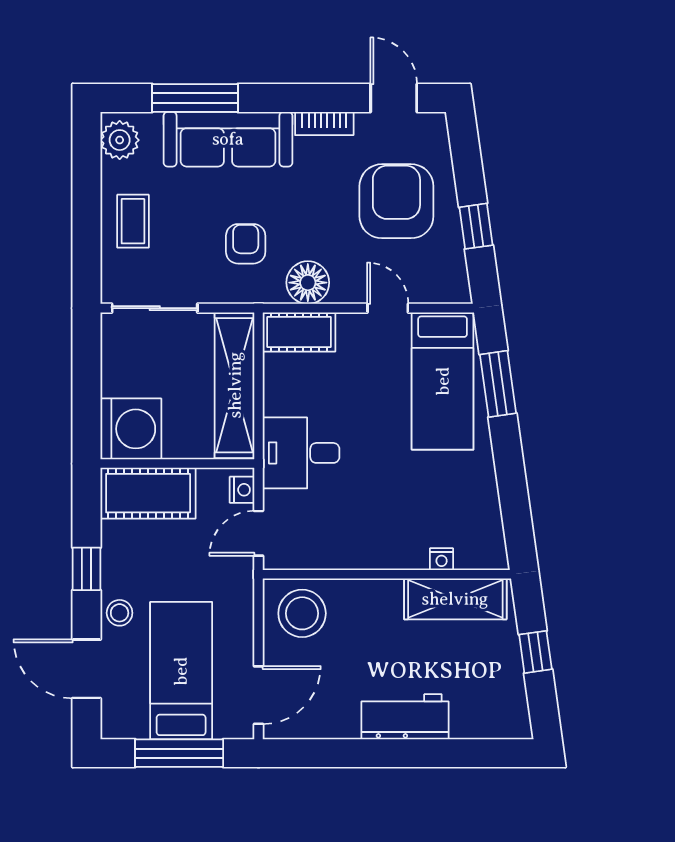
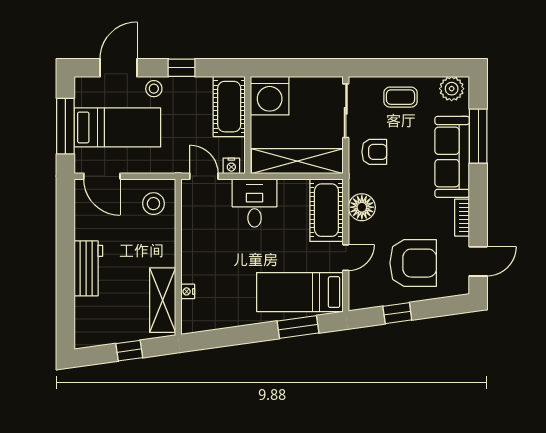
armchair: (246, 244) -> (374, 152), moved
cot: (299, 332) -> (326, 210), width x1.37, depth x1.34
stool: (302, 613) -> (153, 204), width x0.73, depth x0.73

